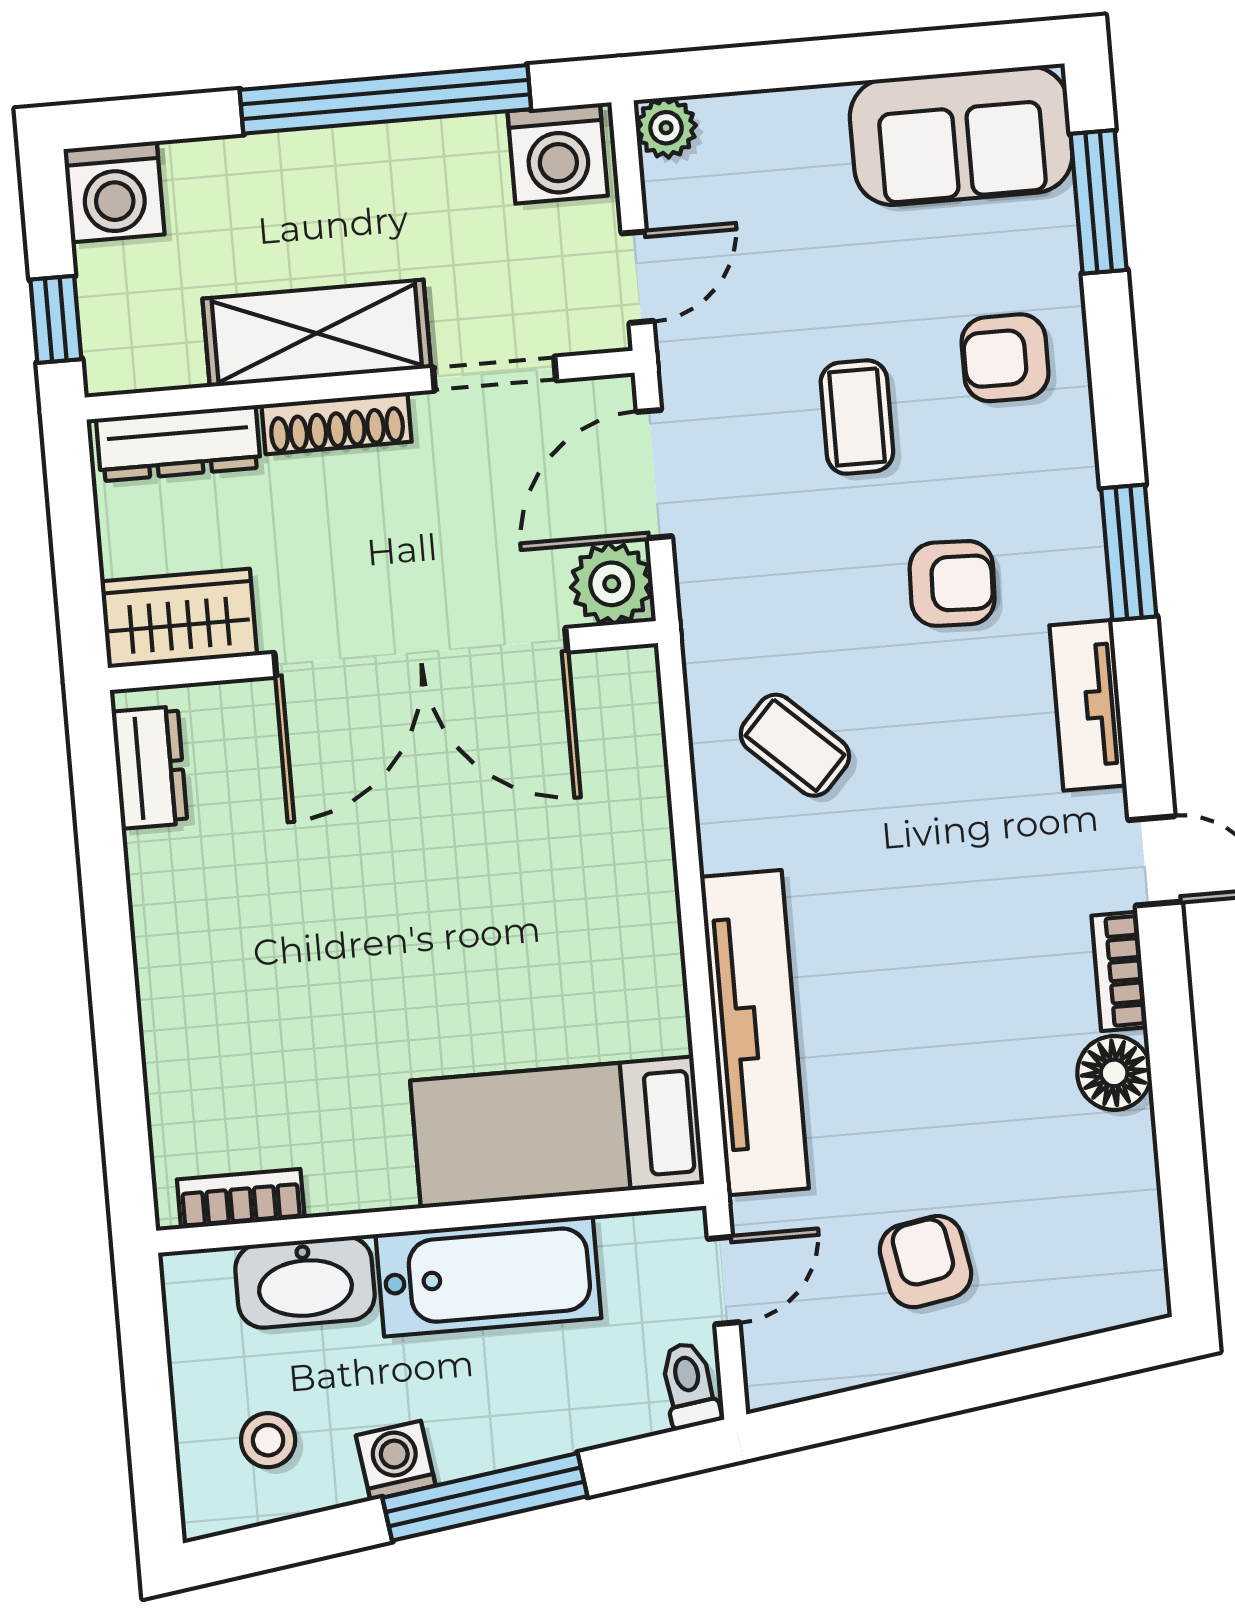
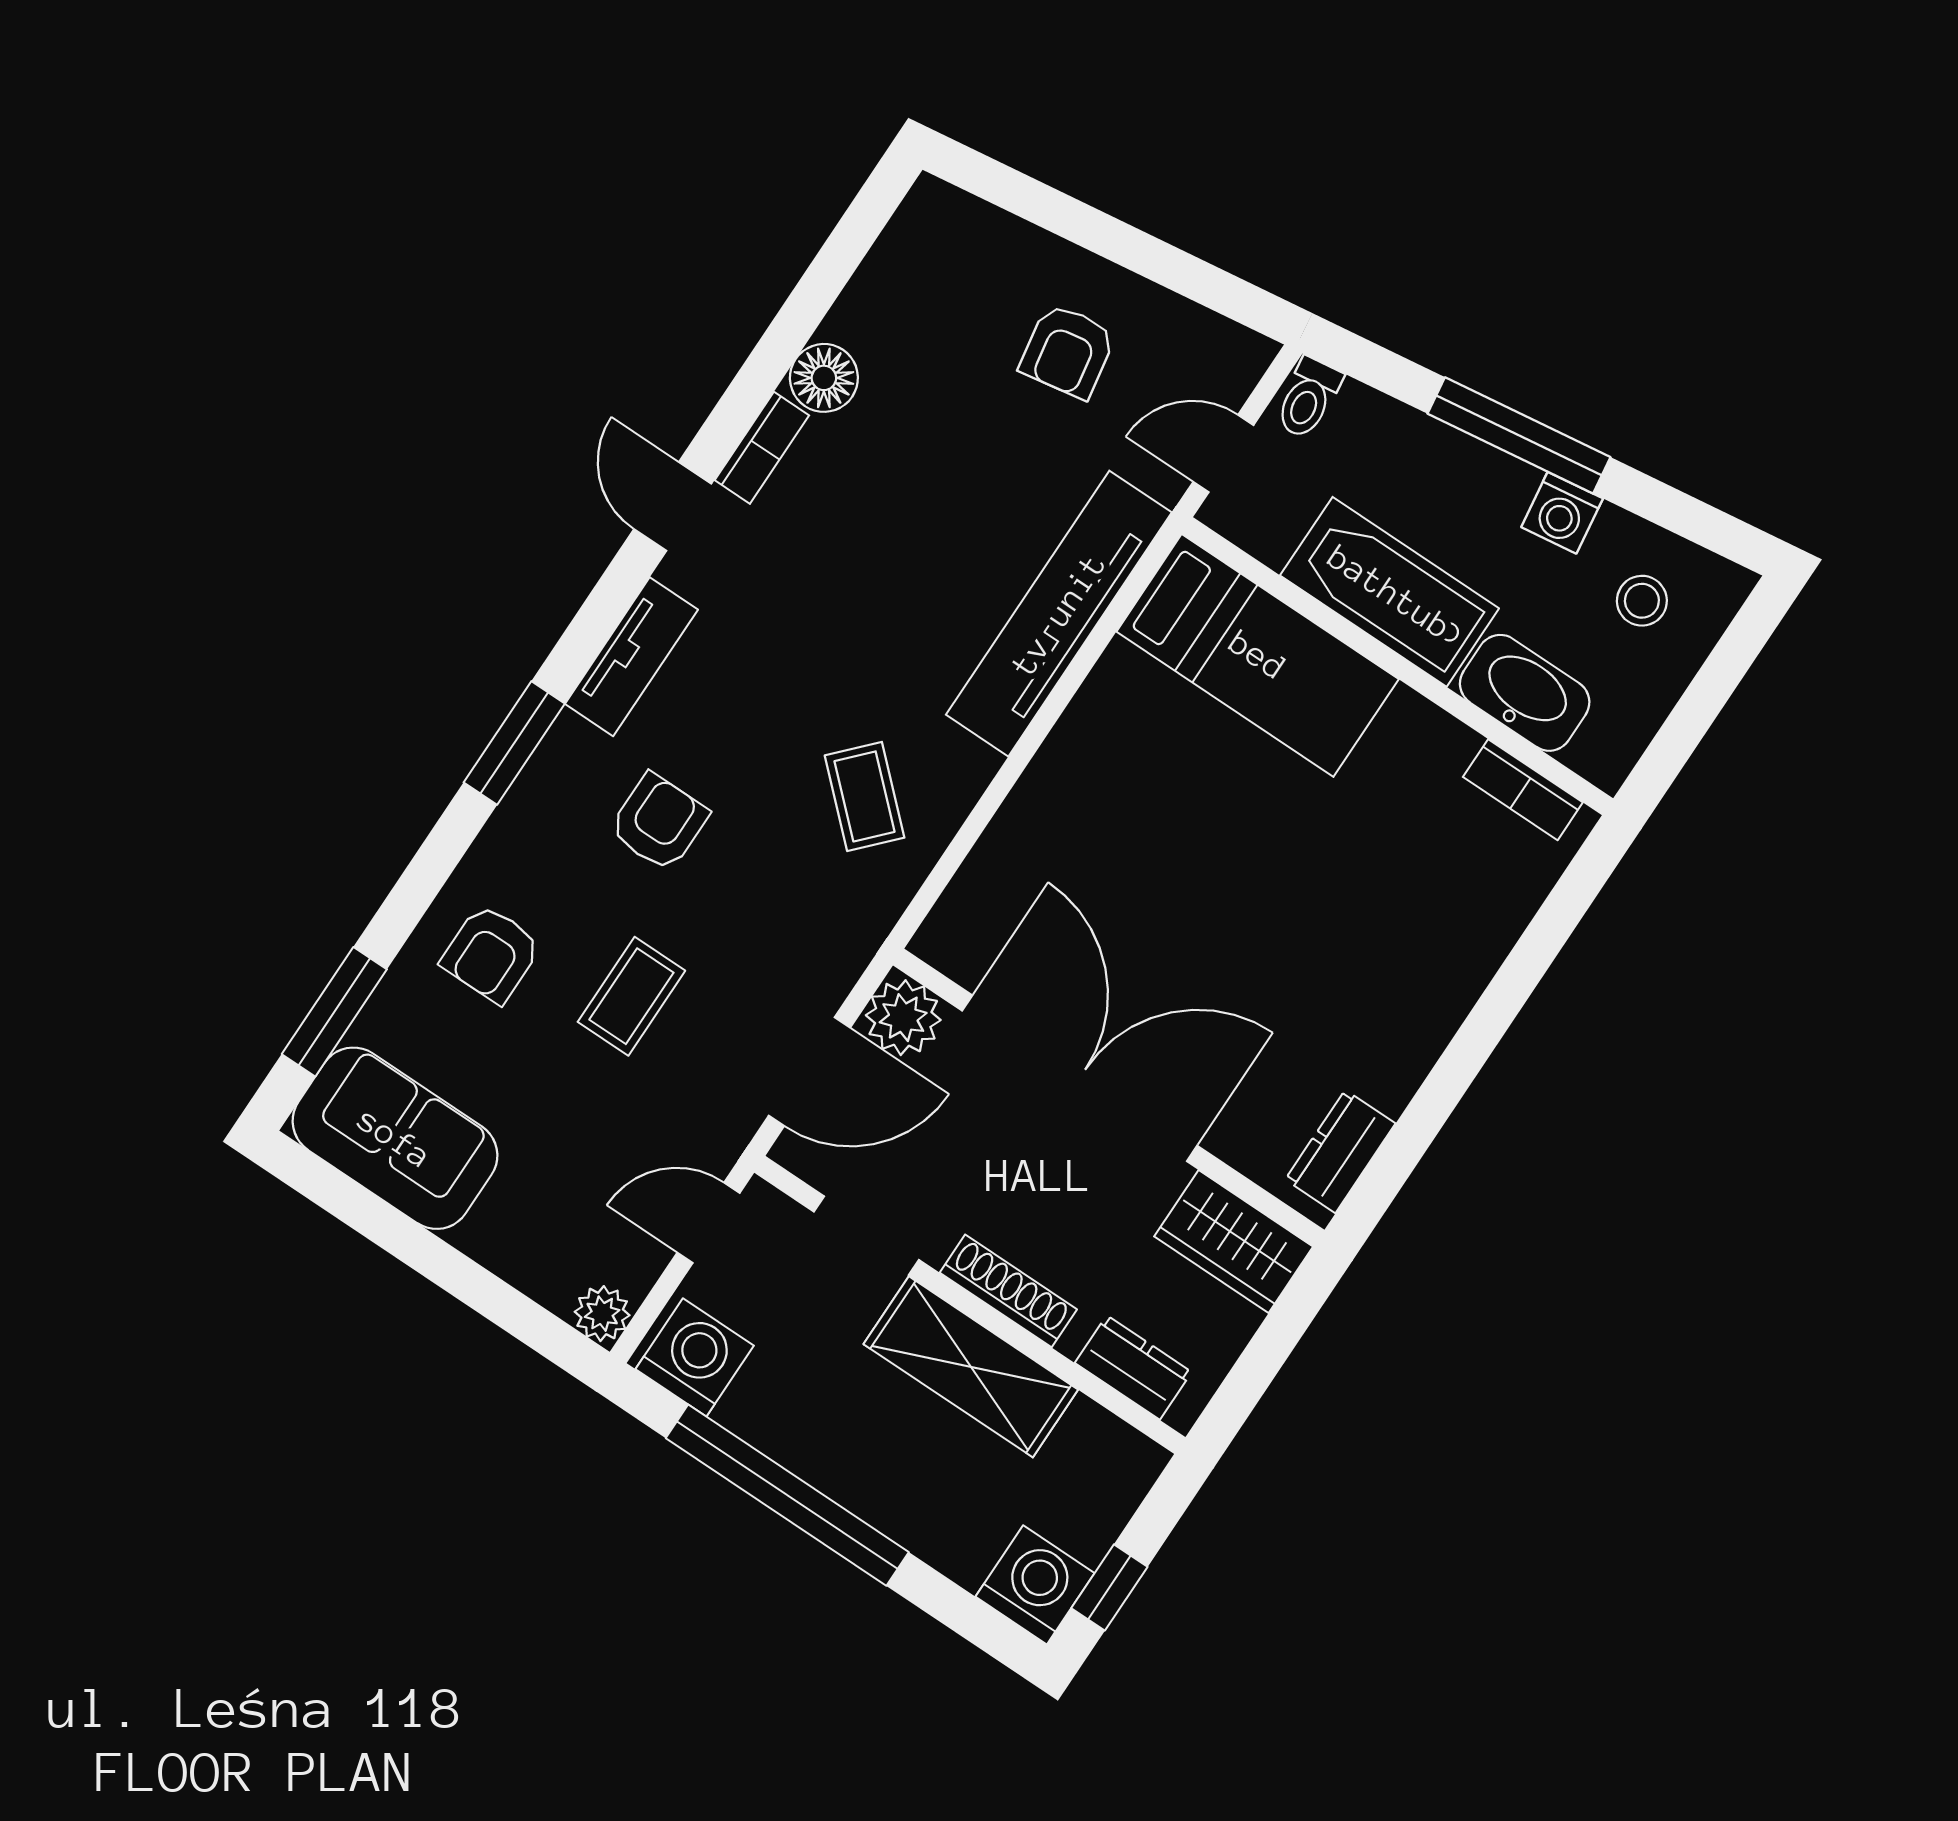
window: (56, 319) -> (1109, 1587), moved
armchair: (1005, 358) -> (491, 954), turned 90
dresser: (178, 443) -> (1133, 1367), width x0.70
armchair: (952, 583) -> (659, 822), turned 88

